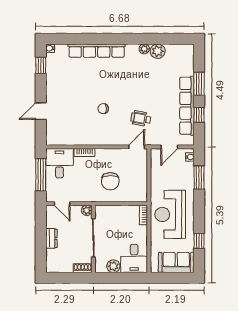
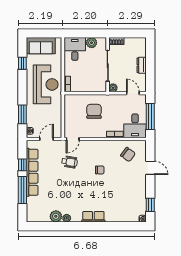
row of seats: (97, 51) -> (93, 217), width x0.50
window: (199, 84) -> (22, 190), width x1.44
door: (41, 111) -> (150, 168), hinge flipped
chair: (68, 128) -> (128, 154), added

